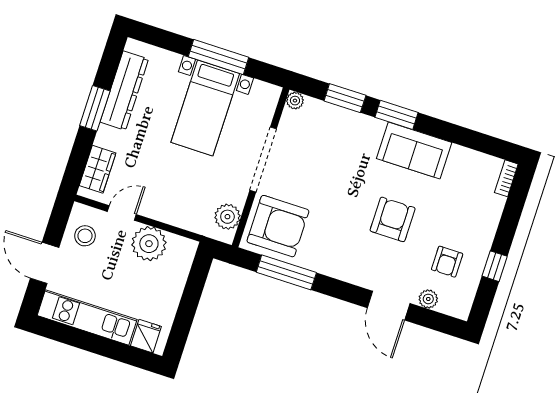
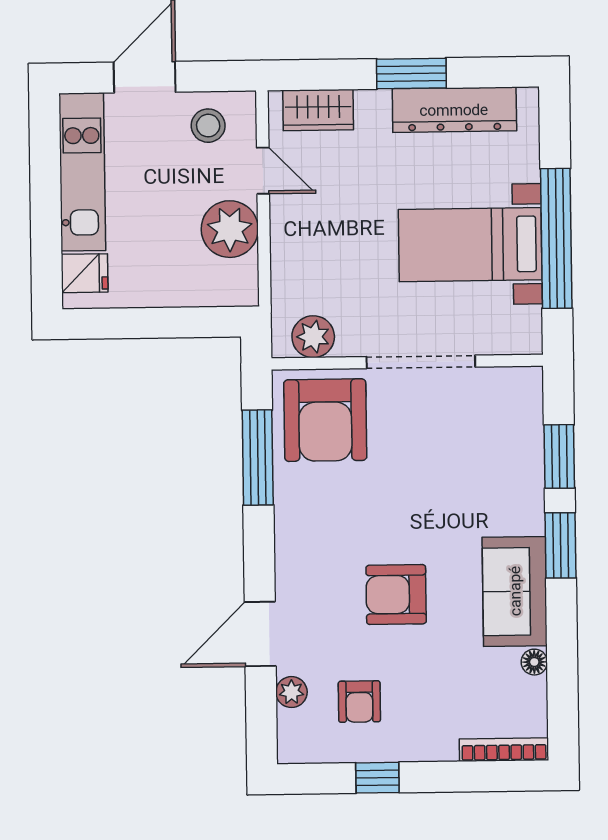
window: (218, 57) -> (556, 238), width x1.46
plant: (295, 101) -> (529, 380), removed
floor lamp: (459, 153) -> (534, 662), added
bookcase: (506, 178) -> (504, 750), width x1.56
armchair: (393, 219) -> (396, 595), turned 180
armchair: (447, 262) -> (359, 702), turned -90

